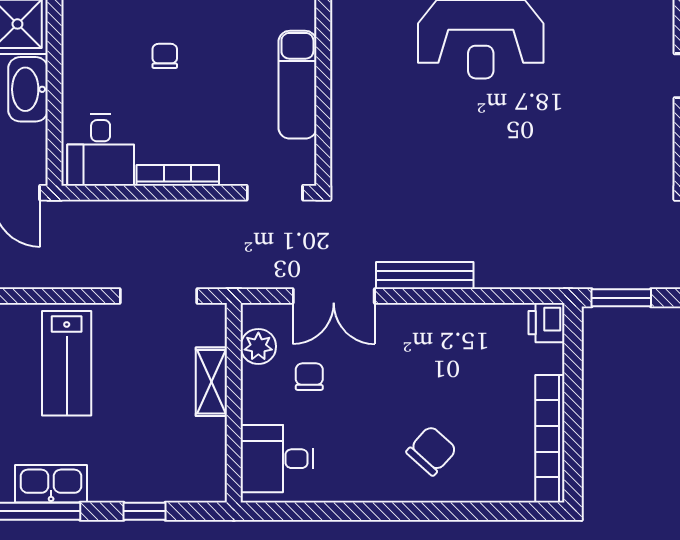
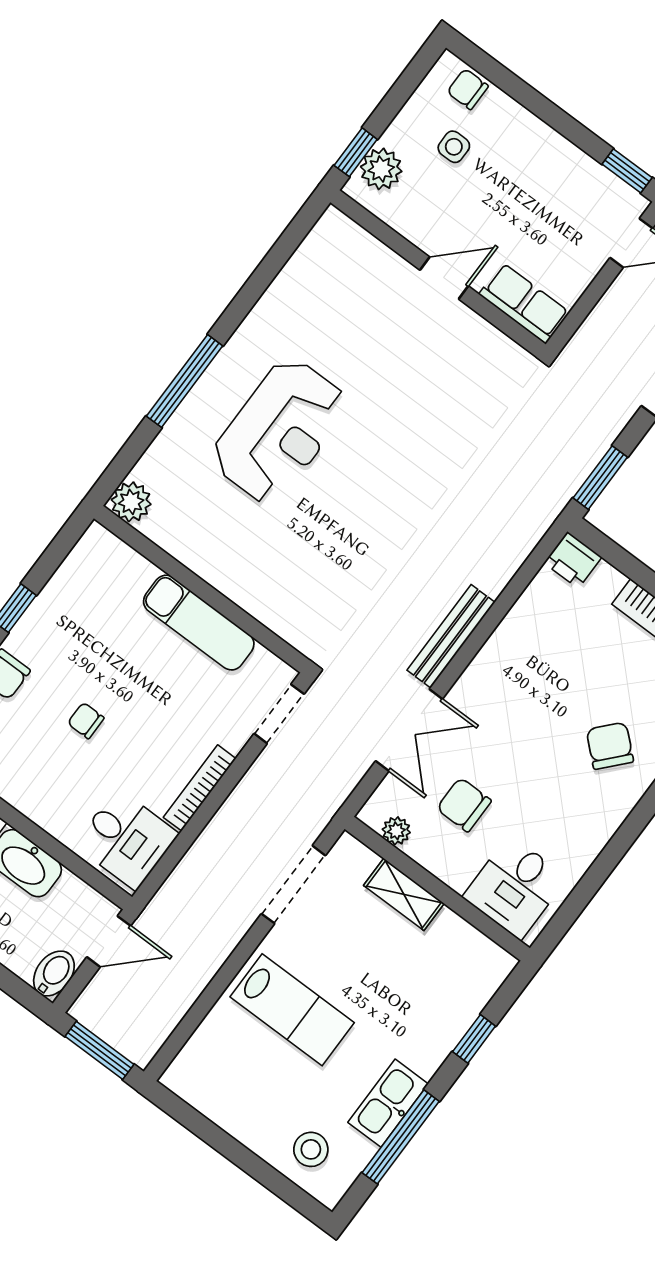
plant: (258, 346) -> (396, 831), width x0.73, depth x0.73
chair: (309, 377) -> (464, 805), width x1.37, depth x1.37

